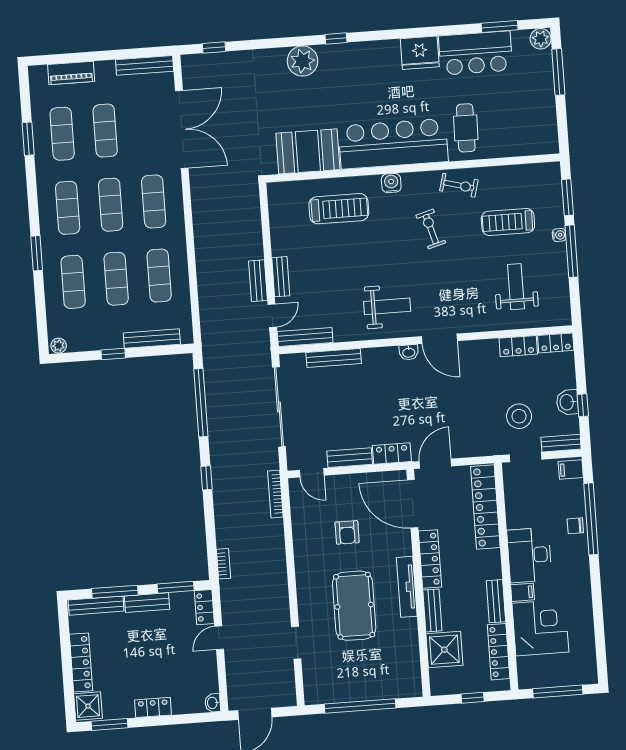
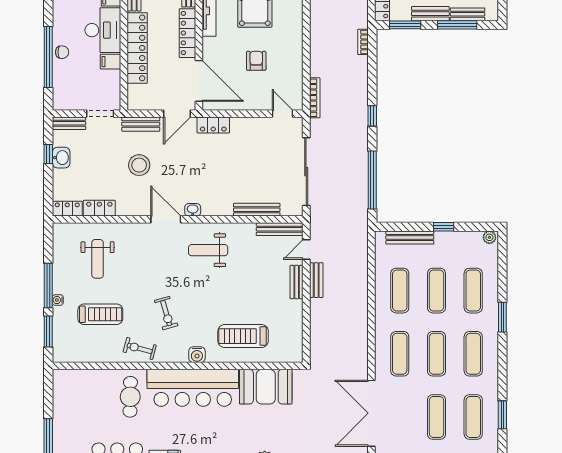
stool: (519, 416) -> (139, 165), moved
bench: (350, 458) -> (141, 124), moved
filing cabinet: (571, 470) -> (111, 62), moved, turned 180
locker: (485, 507) -> (137, 48), moved
bench: (96, 606) -> (468, 14), width x0.73

